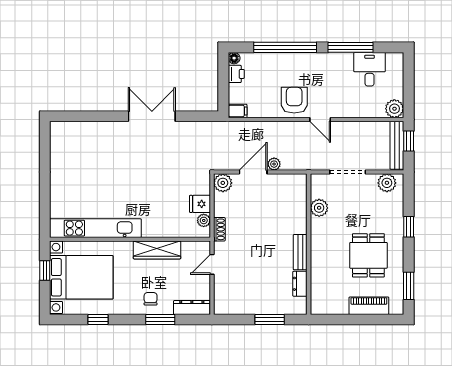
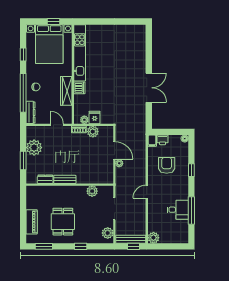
window: (285, 47) -> (191, 170), width x0.32
desk: (370, 69) -> (178, 210), moved
printer: (236, 74) -> (163, 140), moved
armchair: (294, 100) -> (167, 165), moved, turned -90
plant: (223, 183) -> (93, 132), moved
dishwasher: (152, 229) -> (79, 88), added
dining table: (368, 255) -> (63, 222), turned 90
plant: (249, 302) -> (34, 148), added
window: (160, 320) -> (23, 93), width x2.11

